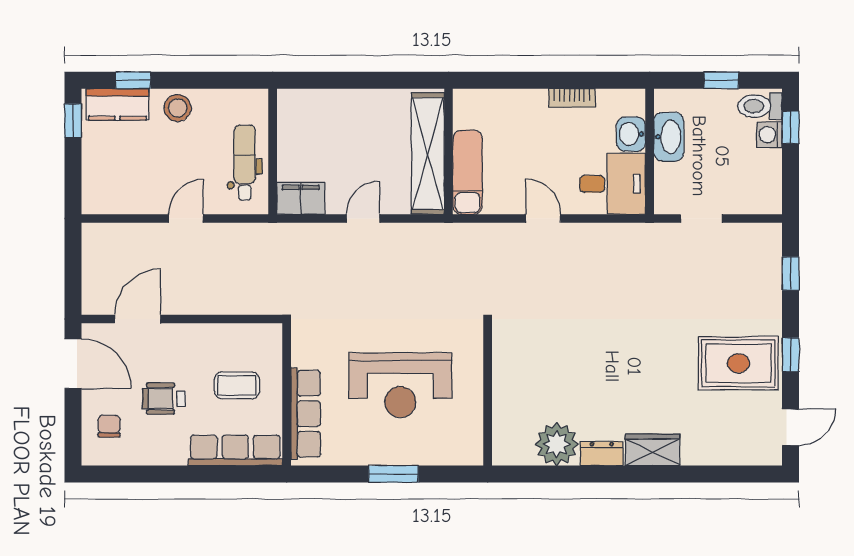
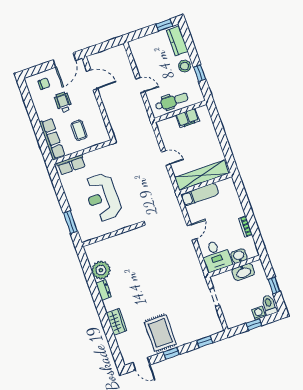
window: (133, 80) -> (200, 73), moved
window: (791, 127) -> (254, 324), moved
filing cabinet: (301, 198) -> (187, 118), moved, turned 90
row of seats: (306, 414) -> (71, 165), width x0.68
wardrobe: (652, 450) -> (116, 322), moved
window: (393, 474) -> (70, 222), moved

